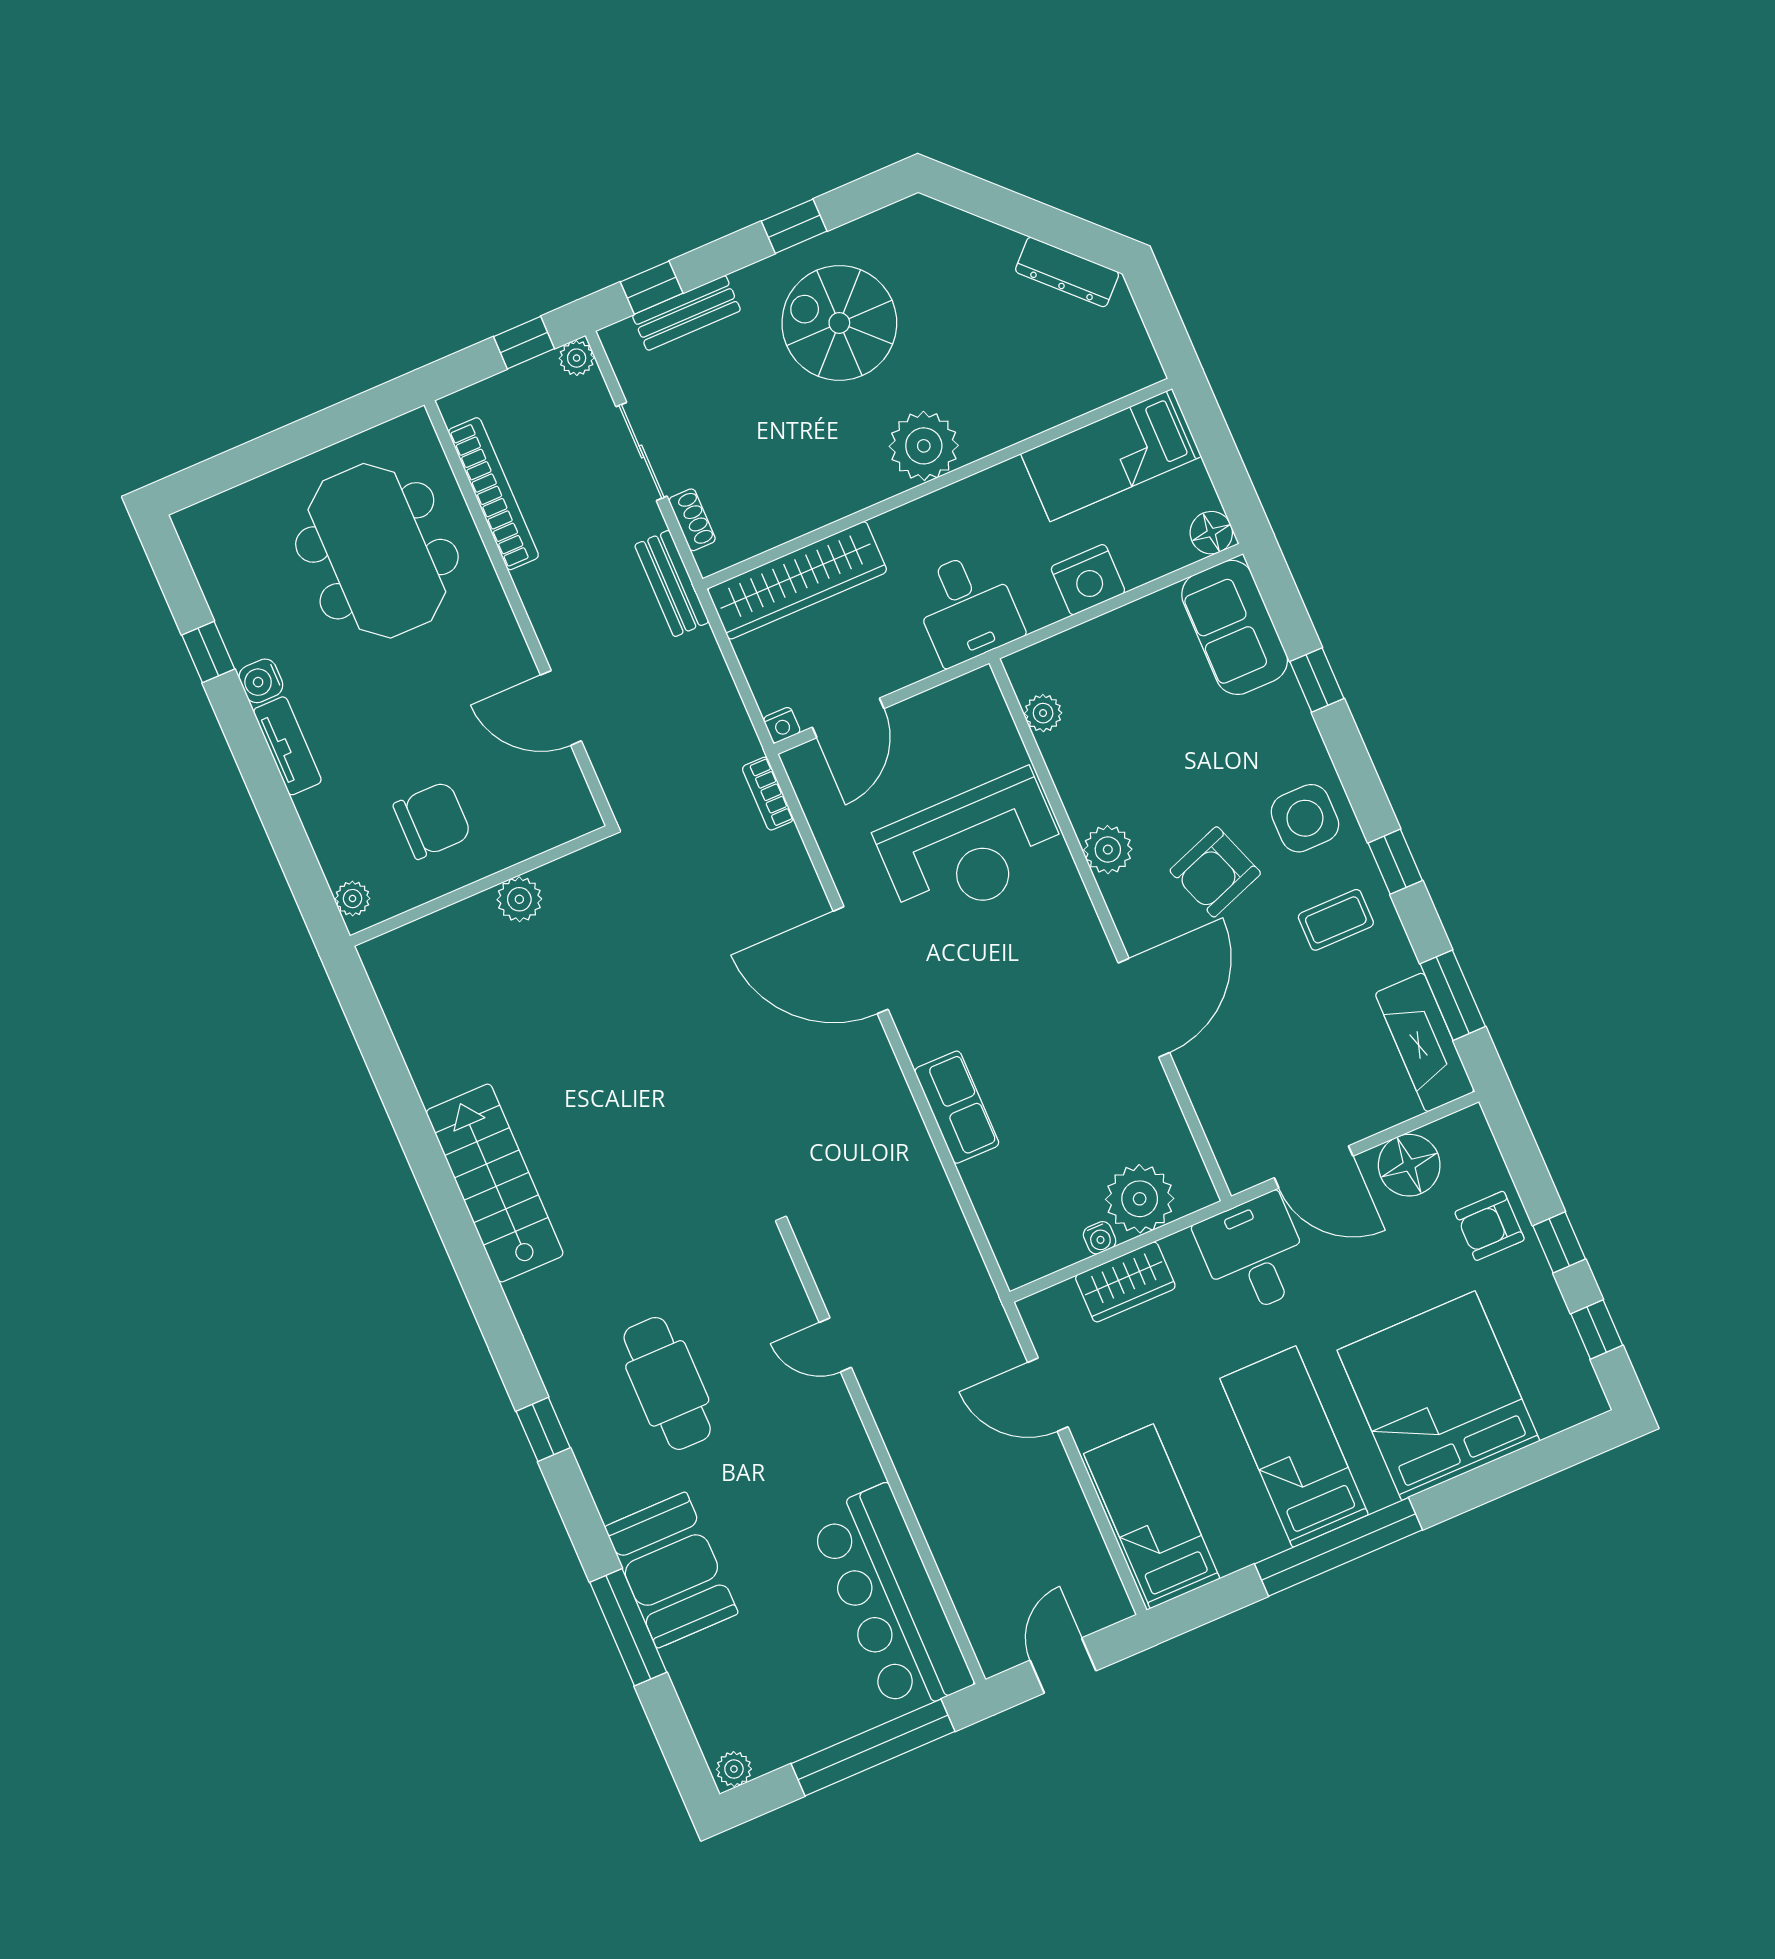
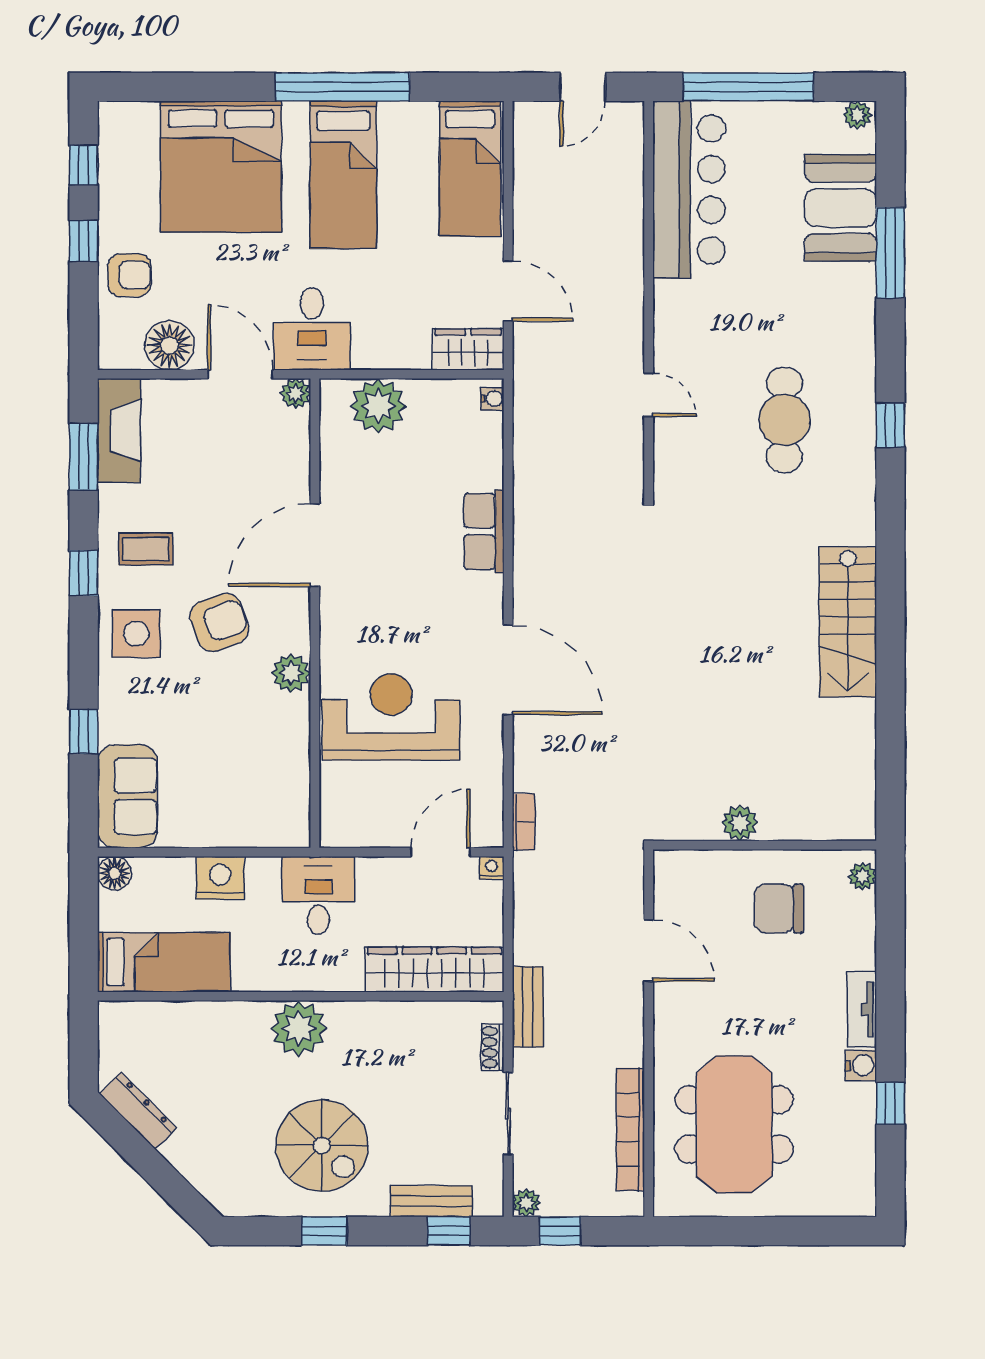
plant: (1043, 713) -> (296, 393), moved
water cooler: (1100, 1238) -> (492, 399), moved, turned 90
wardrobe: (1125, 1282) -> (468, 349), moved
booth: (671, 1570) -> (841, 208), moved

